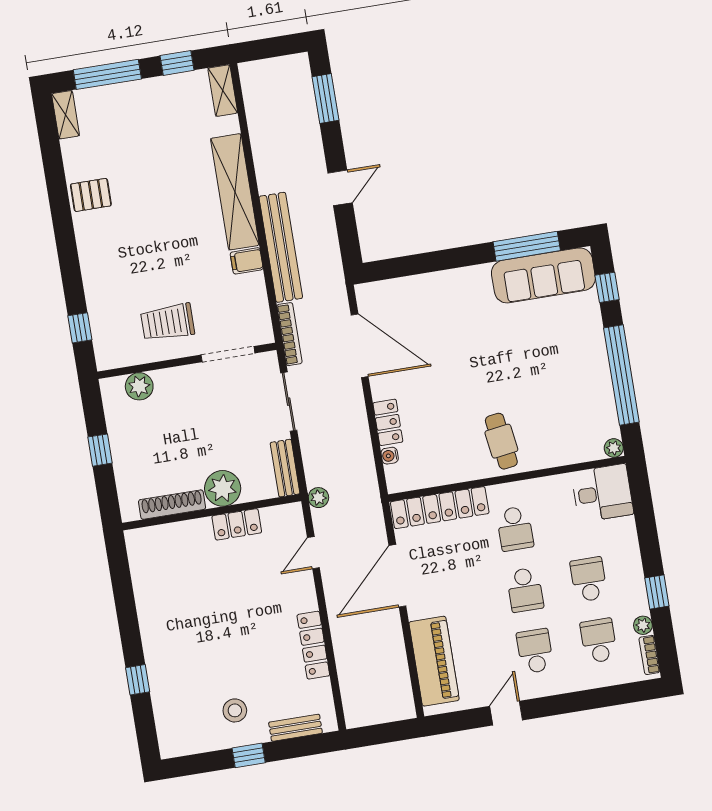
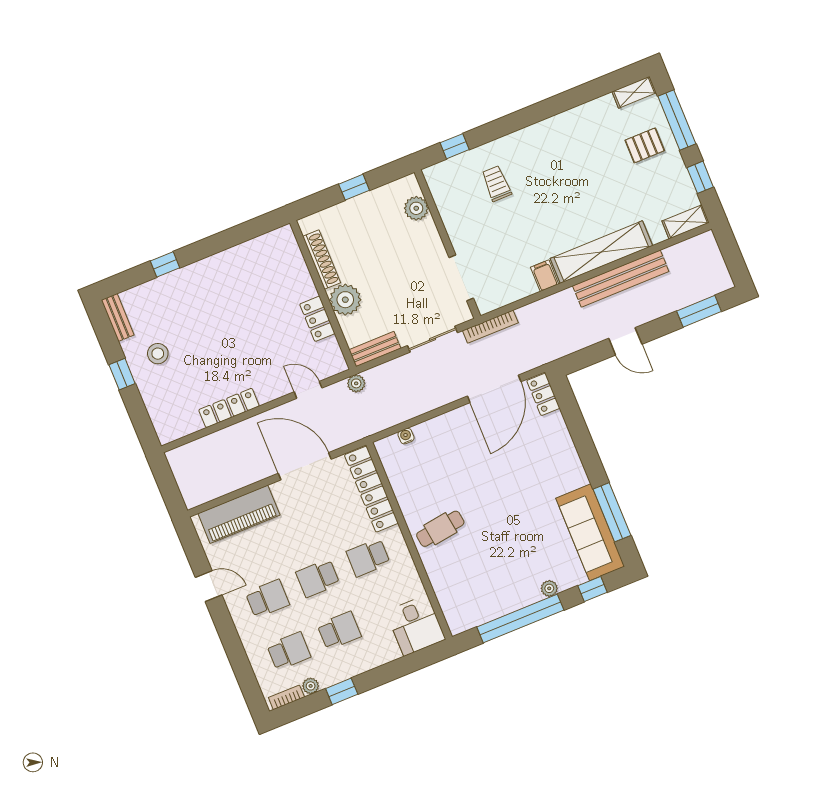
pallet: (91, 195) -> (645, 145), moved, turned 90
bench: (281, 247) -> (621, 279), moved
trolley: (168, 322) -> (496, 184), moved, width x0.73, depth x0.72
locker: (388, 422) -> (543, 394), moved, turned 90
plant: (614, 448) -> (549, 588), moved
bench: (295, 728) -> (118, 317), moved

